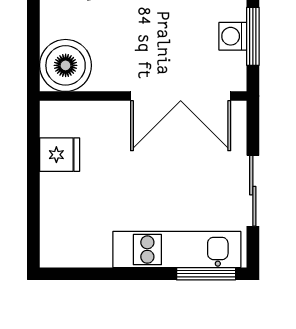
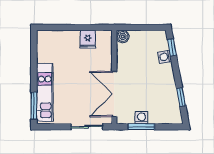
boiler: (66, 65) -> (123, 36), width x0.54, depth x0.54
sliding door: (253, 191) -> (87, 127), moved

